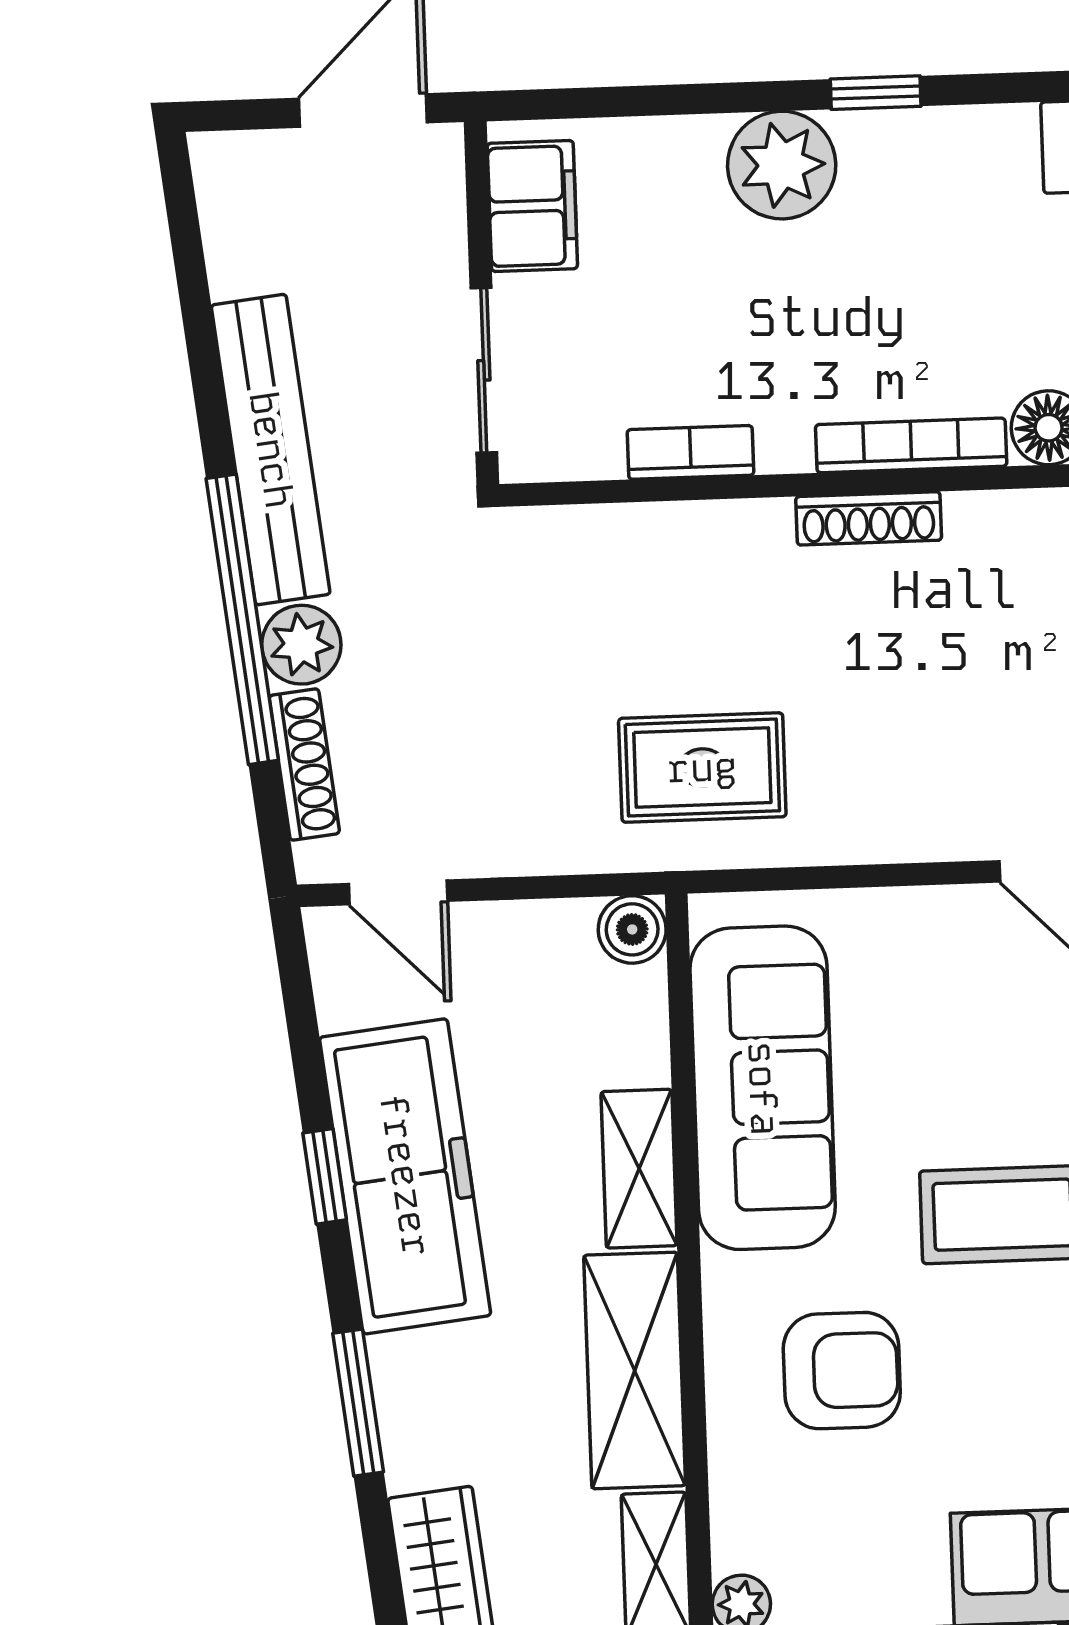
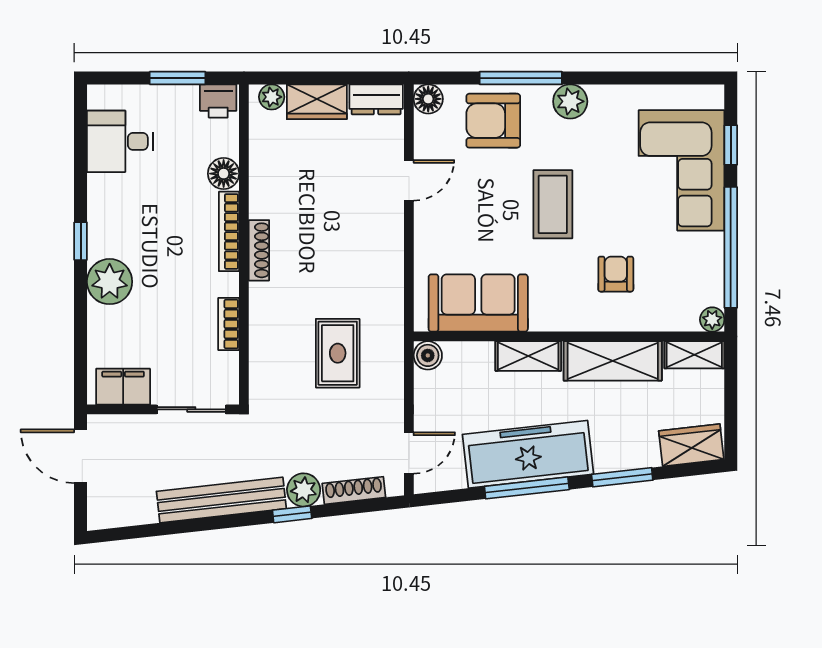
window: (242, 619) -> (292, 514), width x0.32
rug: (702, 768) -> (338, 353), moved
sofa: (763, 1088) -> (478, 303), width x0.73
window: (325, 1176) -> (527, 488), width x2.17
armchair: (842, 1371) -> (616, 274), width x0.72, depth x0.72

